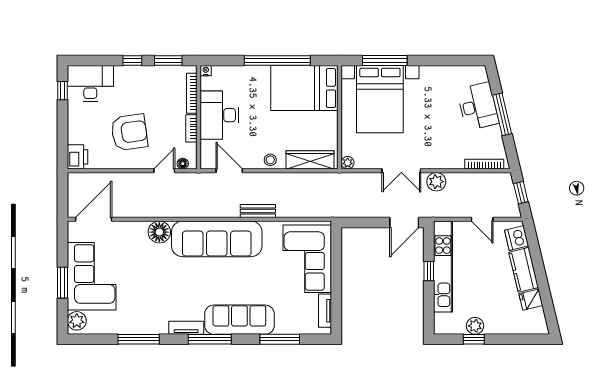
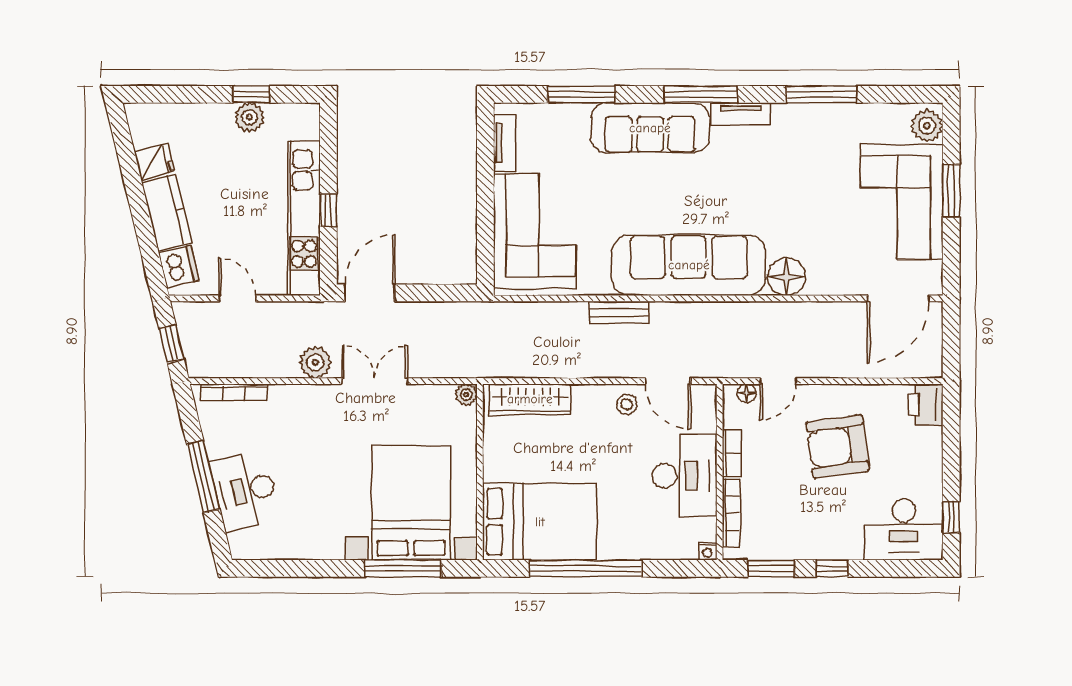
stool: (270, 160) -> (627, 404), moved

